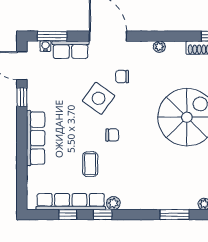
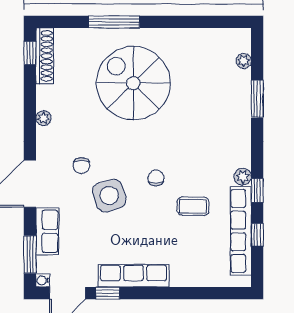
water cooler: (45, 46) -> (43, 280), moved
side table: (99, 98) -> (109, 196), turned 37
row of seats: (36, 138) -> (133, 276), moved

